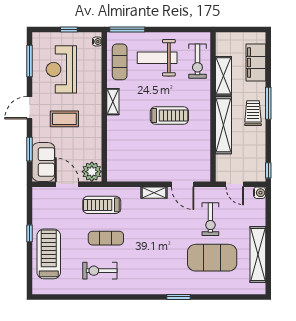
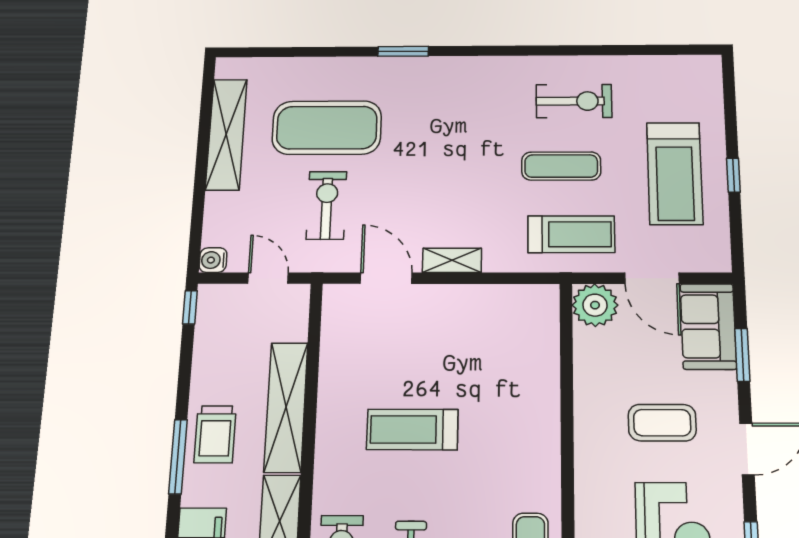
shelving: (113, 102) -> (547, 462), removed
treadmill: (49, 254) -> (675, 173), moved

